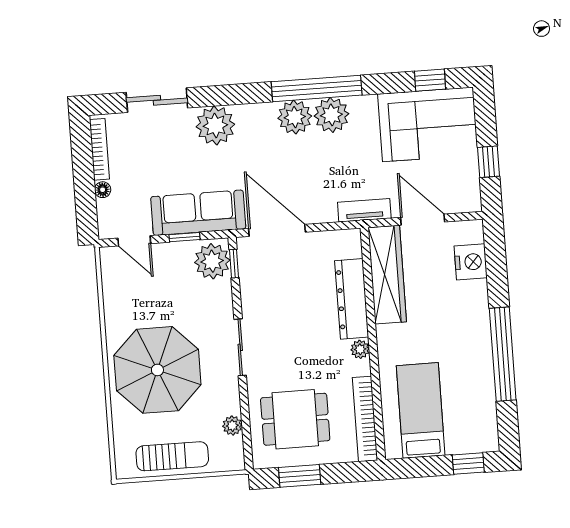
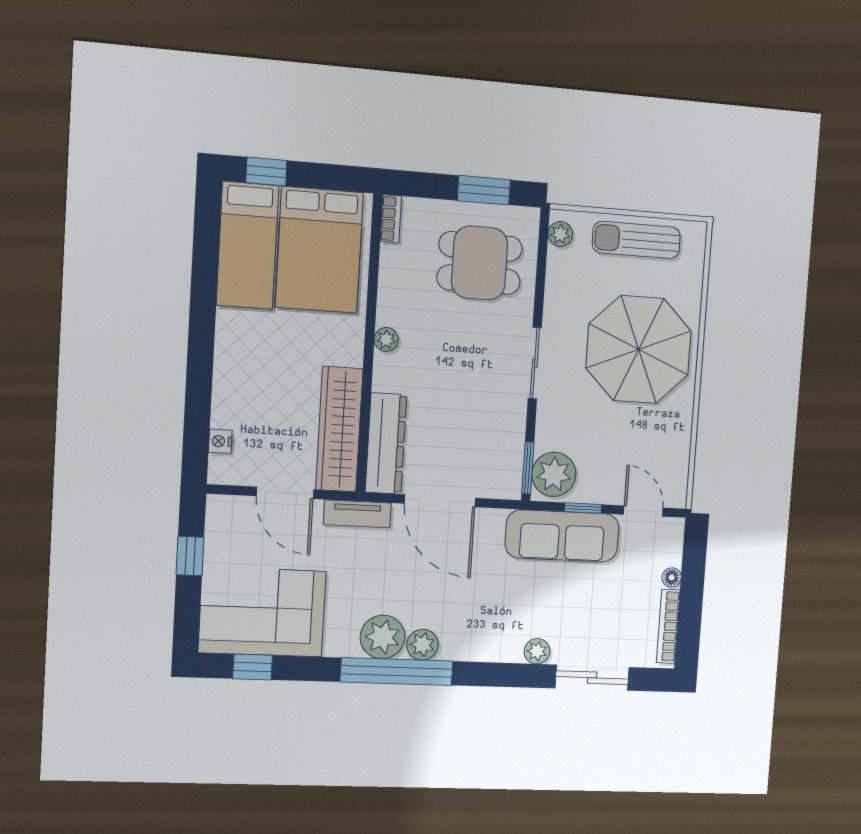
plant: (295, 117) -> (422, 645), width x0.73, depth x0.73
plant: (215, 125) -> (537, 651), width x0.53, depth x0.53
door: (277, 230) -> (440, 501), moved
nightstand: (471, 262) -> (220, 441), width x0.53, depth x0.56
window: (234, 264) -> (528, 468), width x1.50
dresser: (352, 299) -> (386, 443), moved
window: (503, 354) -> (203, 307), removed
bed: (475, 406) -> (248, 245), added
bed: (421, 410) -> (319, 250), width x1.50
bookcase: (365, 419) -> (391, 219), width x0.43, depth x0.76
plant: (232, 426) -> (560, 234), moved

